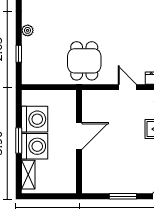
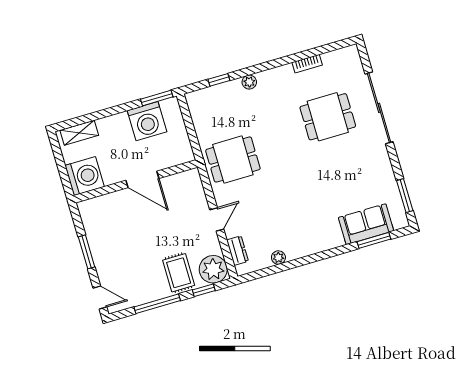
window: (19, 141) -> (157, 98), moved
washing machine: (35, 146) -> (85, 176), moved, turned -90

